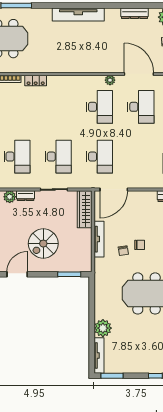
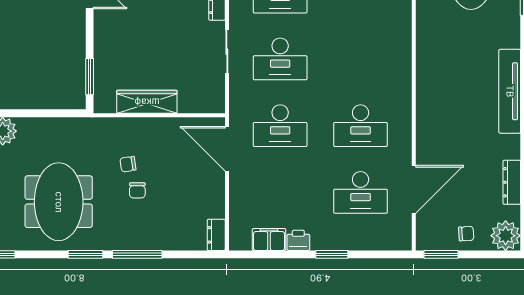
plant: (110, 80) -> (404, 143), removed
locker: (36, 81) -> (403, 22), removed
wardrobe: (85, 209) -> (147, 102), moved
tv unit: (99, 239) -> (147, 125), removed
spiral stairs: (43, 244) -> (139, 35), removed

